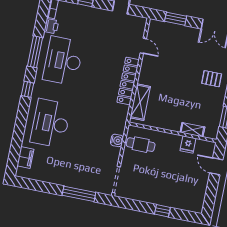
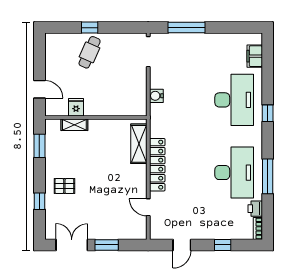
window: (176, 19) -> (107, 245), moved
window: (27, 89) -> (268, 113), moved
cafe table: (141, 145) -> (90, 52), moved, turned -66

